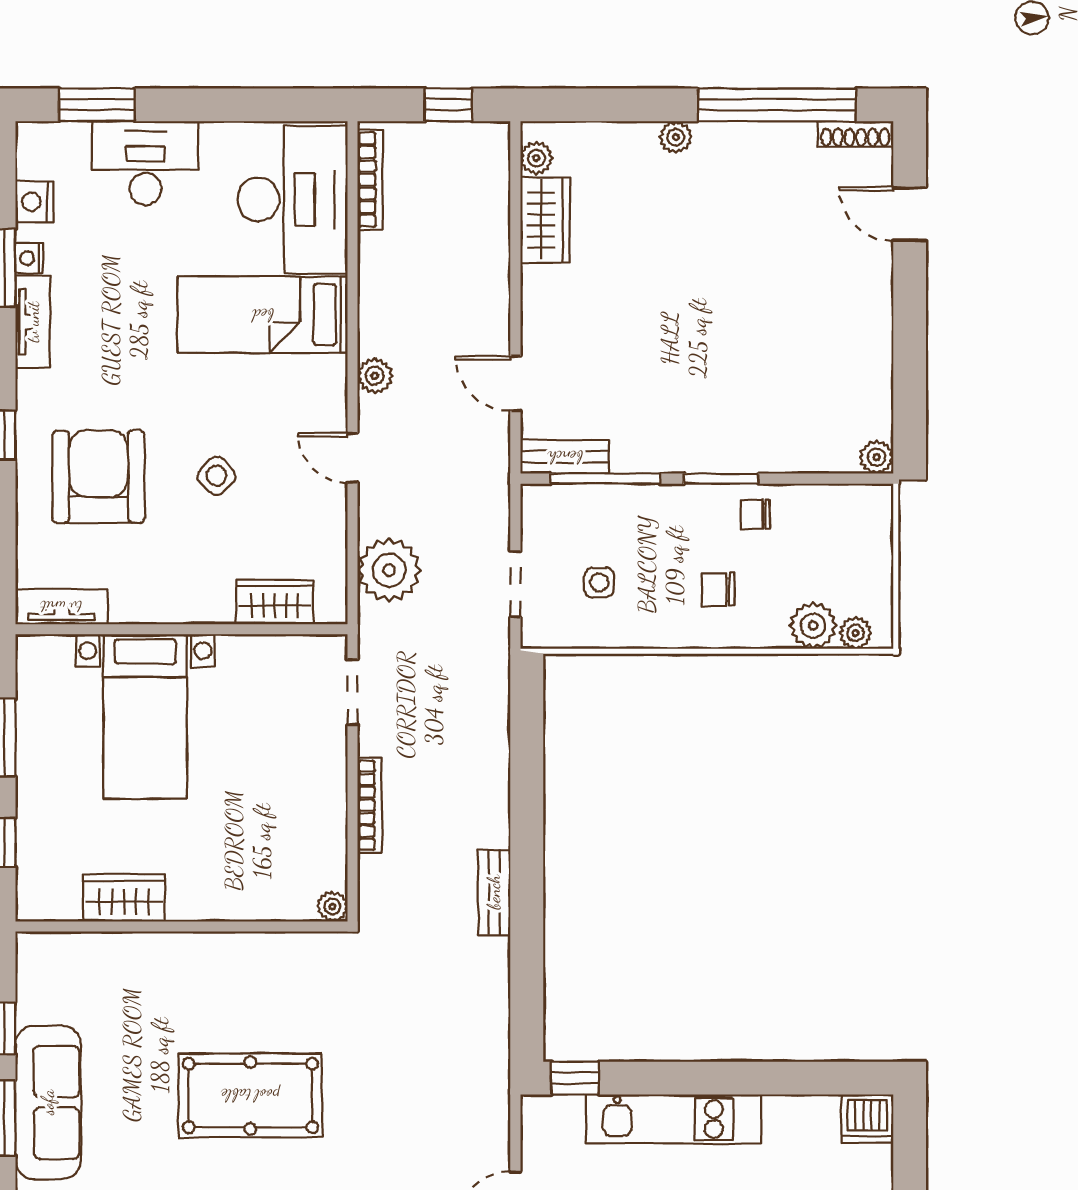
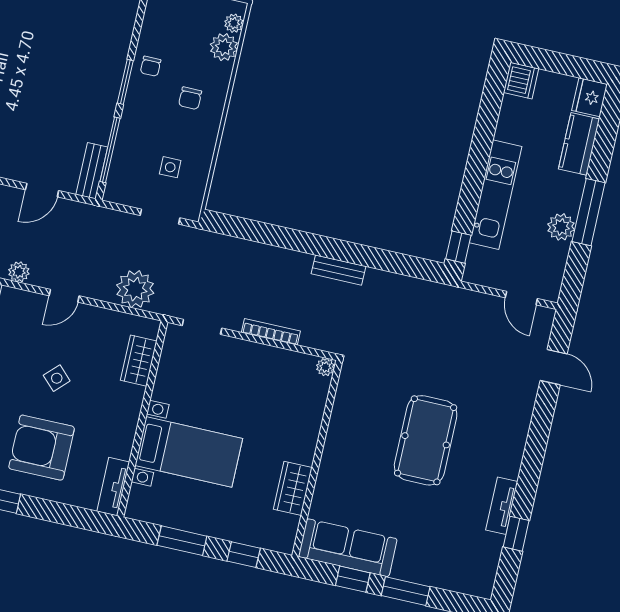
sofa: (48, 1102) -> (348, 548), moved

